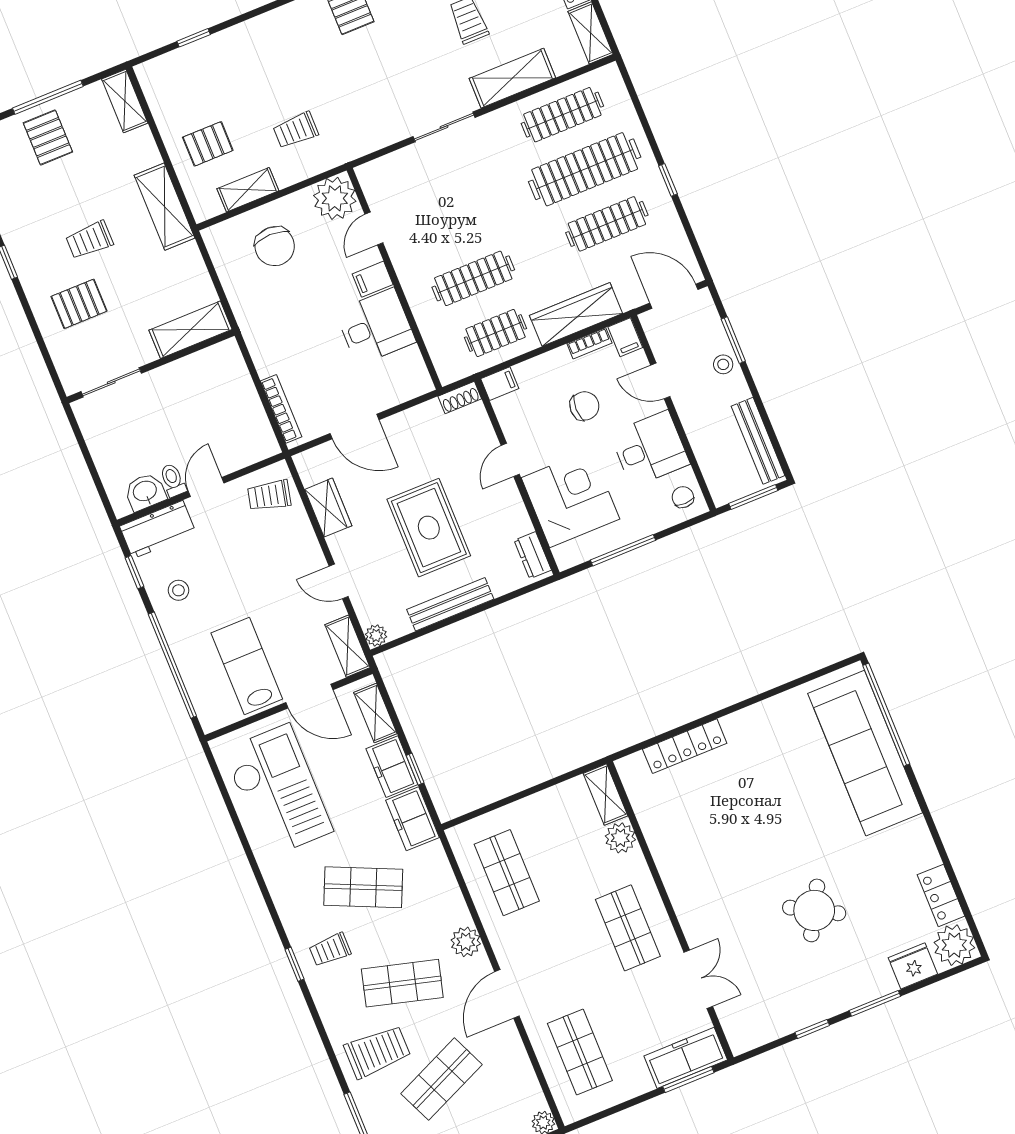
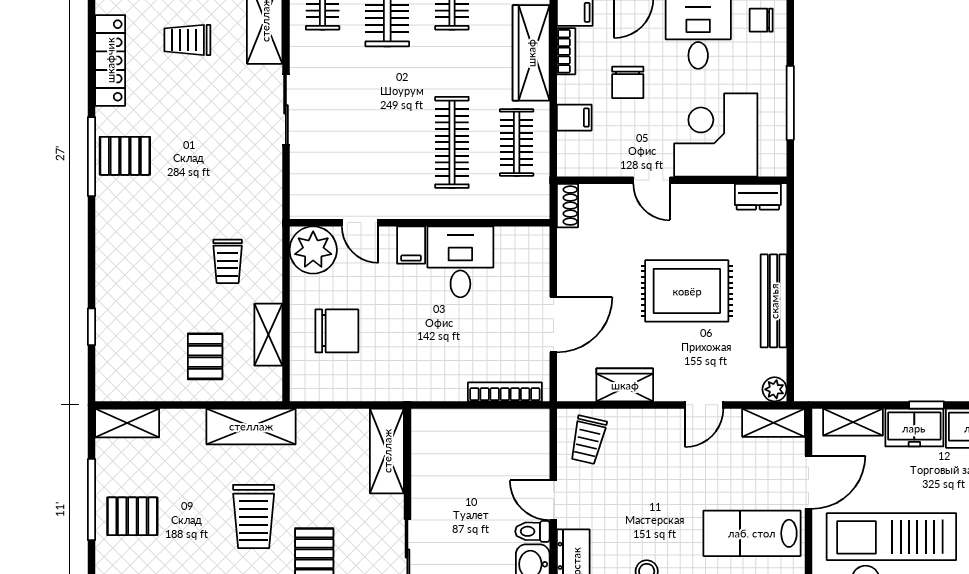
trolley: (89, 240) -> (254, 516), width x1.36, depth x1.39
filing cabinet: (500, 384) -> (574, 118), moved, turned 90
chair: (584, 406) -> (628, 82), turned 180

